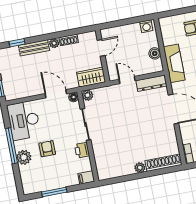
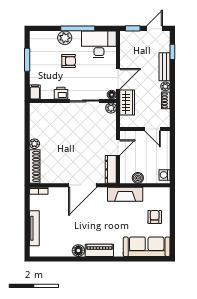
wardrobe: (91, 77) -> (127, 103), moved

